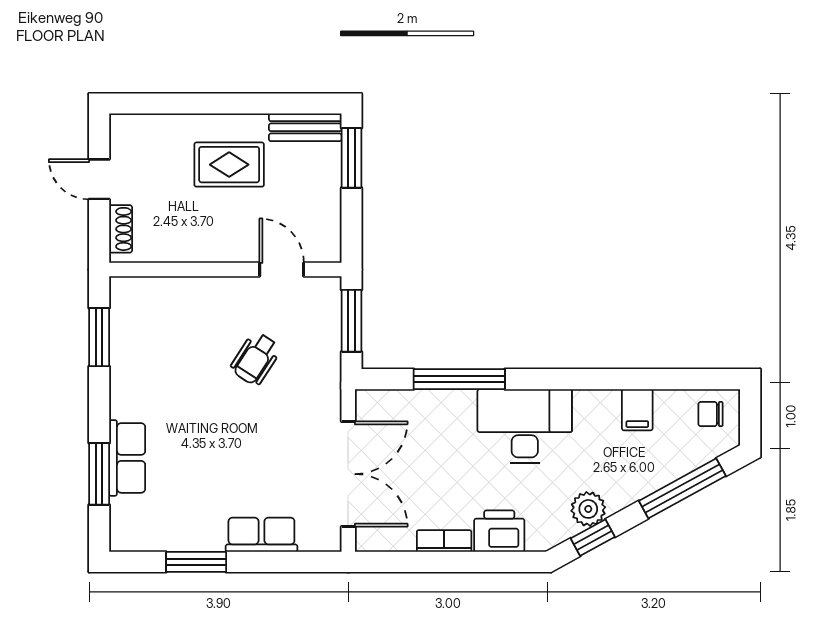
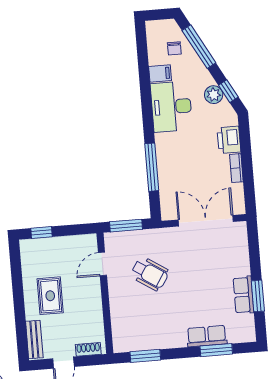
bench: (305, 127) -> (34, 340), moved
window: (351, 158) -> (41, 232), width x0.67
wheelchair: (256, 359) -> (150, 274), width x1.36, depth x1.37
chair: (711, 414) -> (174, 48), moved
desk: (525, 426) -> (171, 107), moved
row of seats: (261, 535) -> (244, 295), moved

